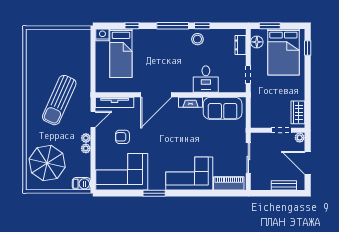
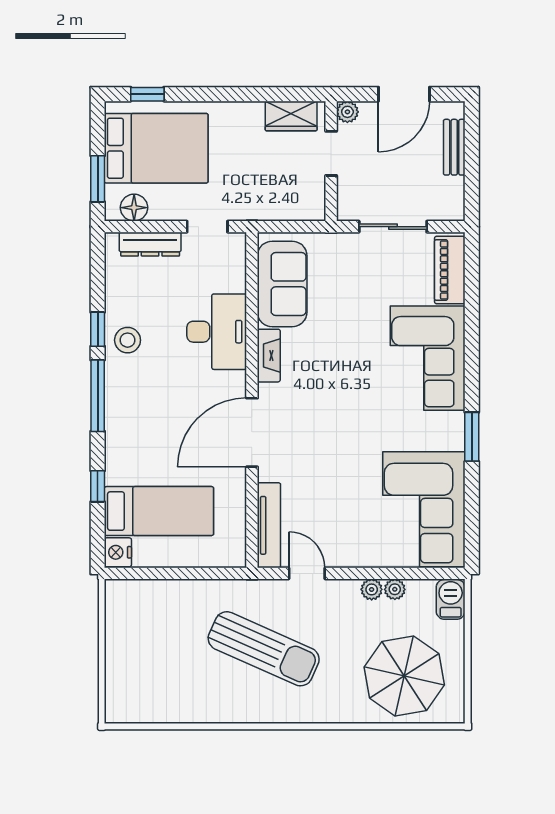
dresser: (240, 45) -> (150, 244), width x1.44
desk: (206, 79) -> (217, 332), width x1.37
door: (156, 95) -> (252, 432), swing flipped
armchair: (122, 137) -> (346, 508), removed
plant: (86, 138) -> (395, 589), moved

